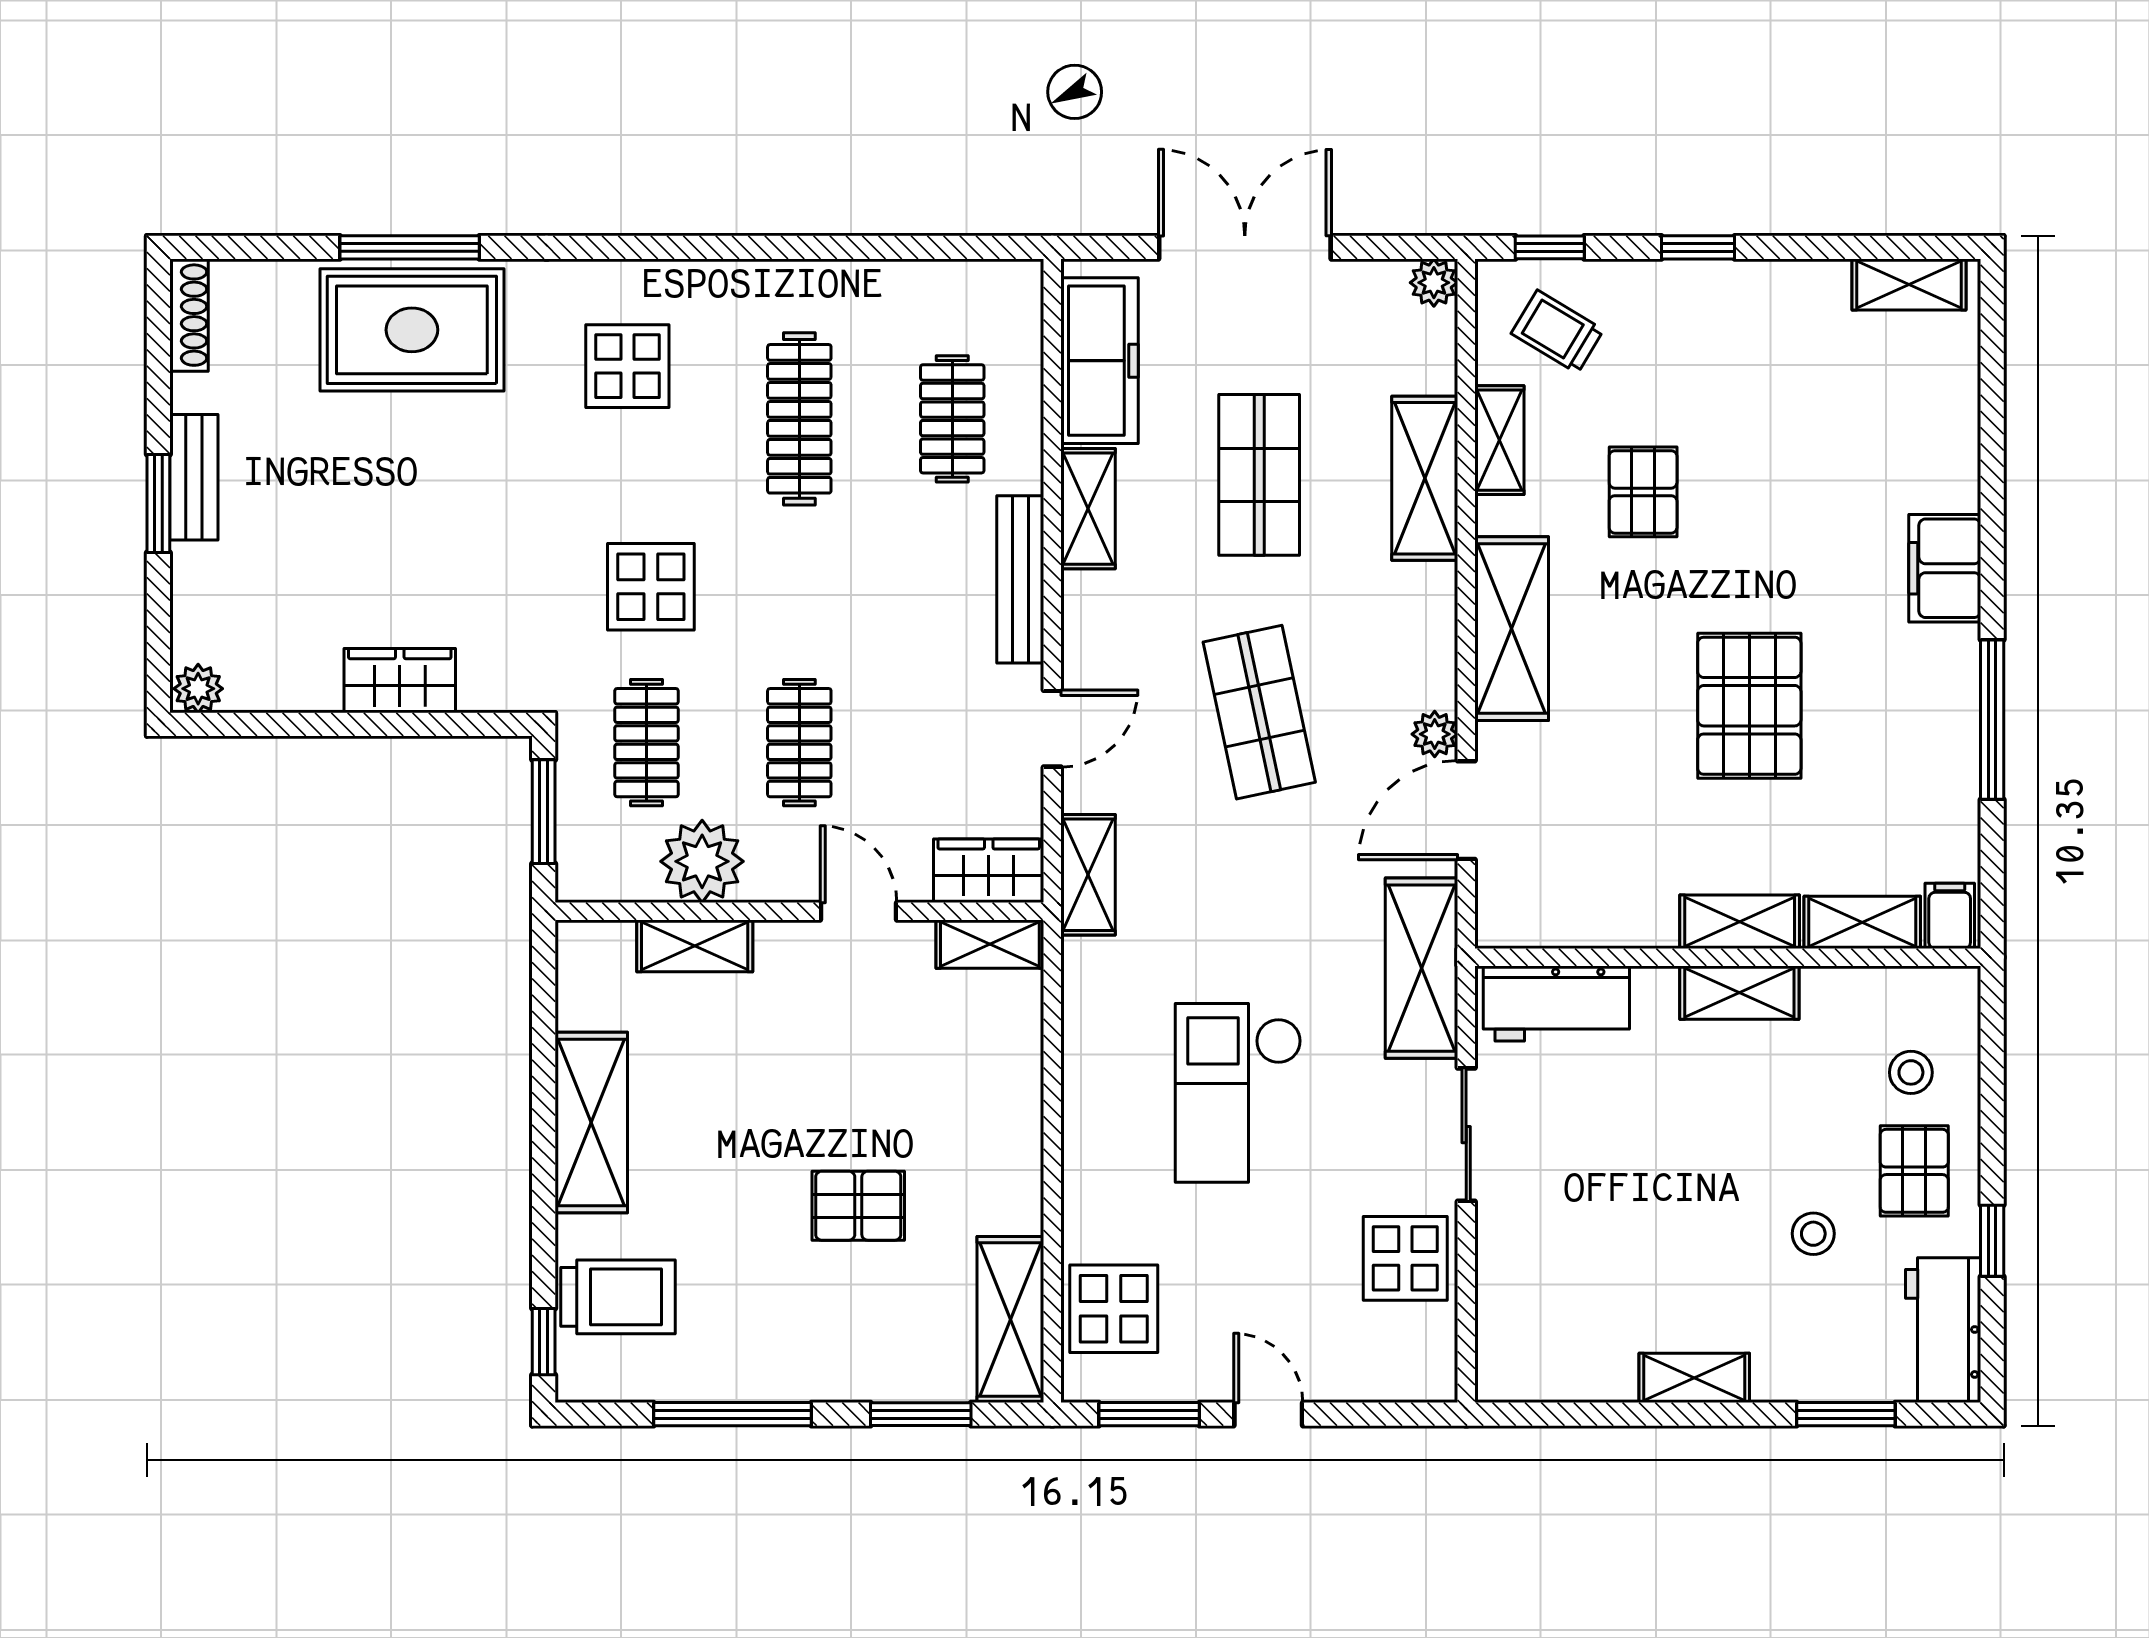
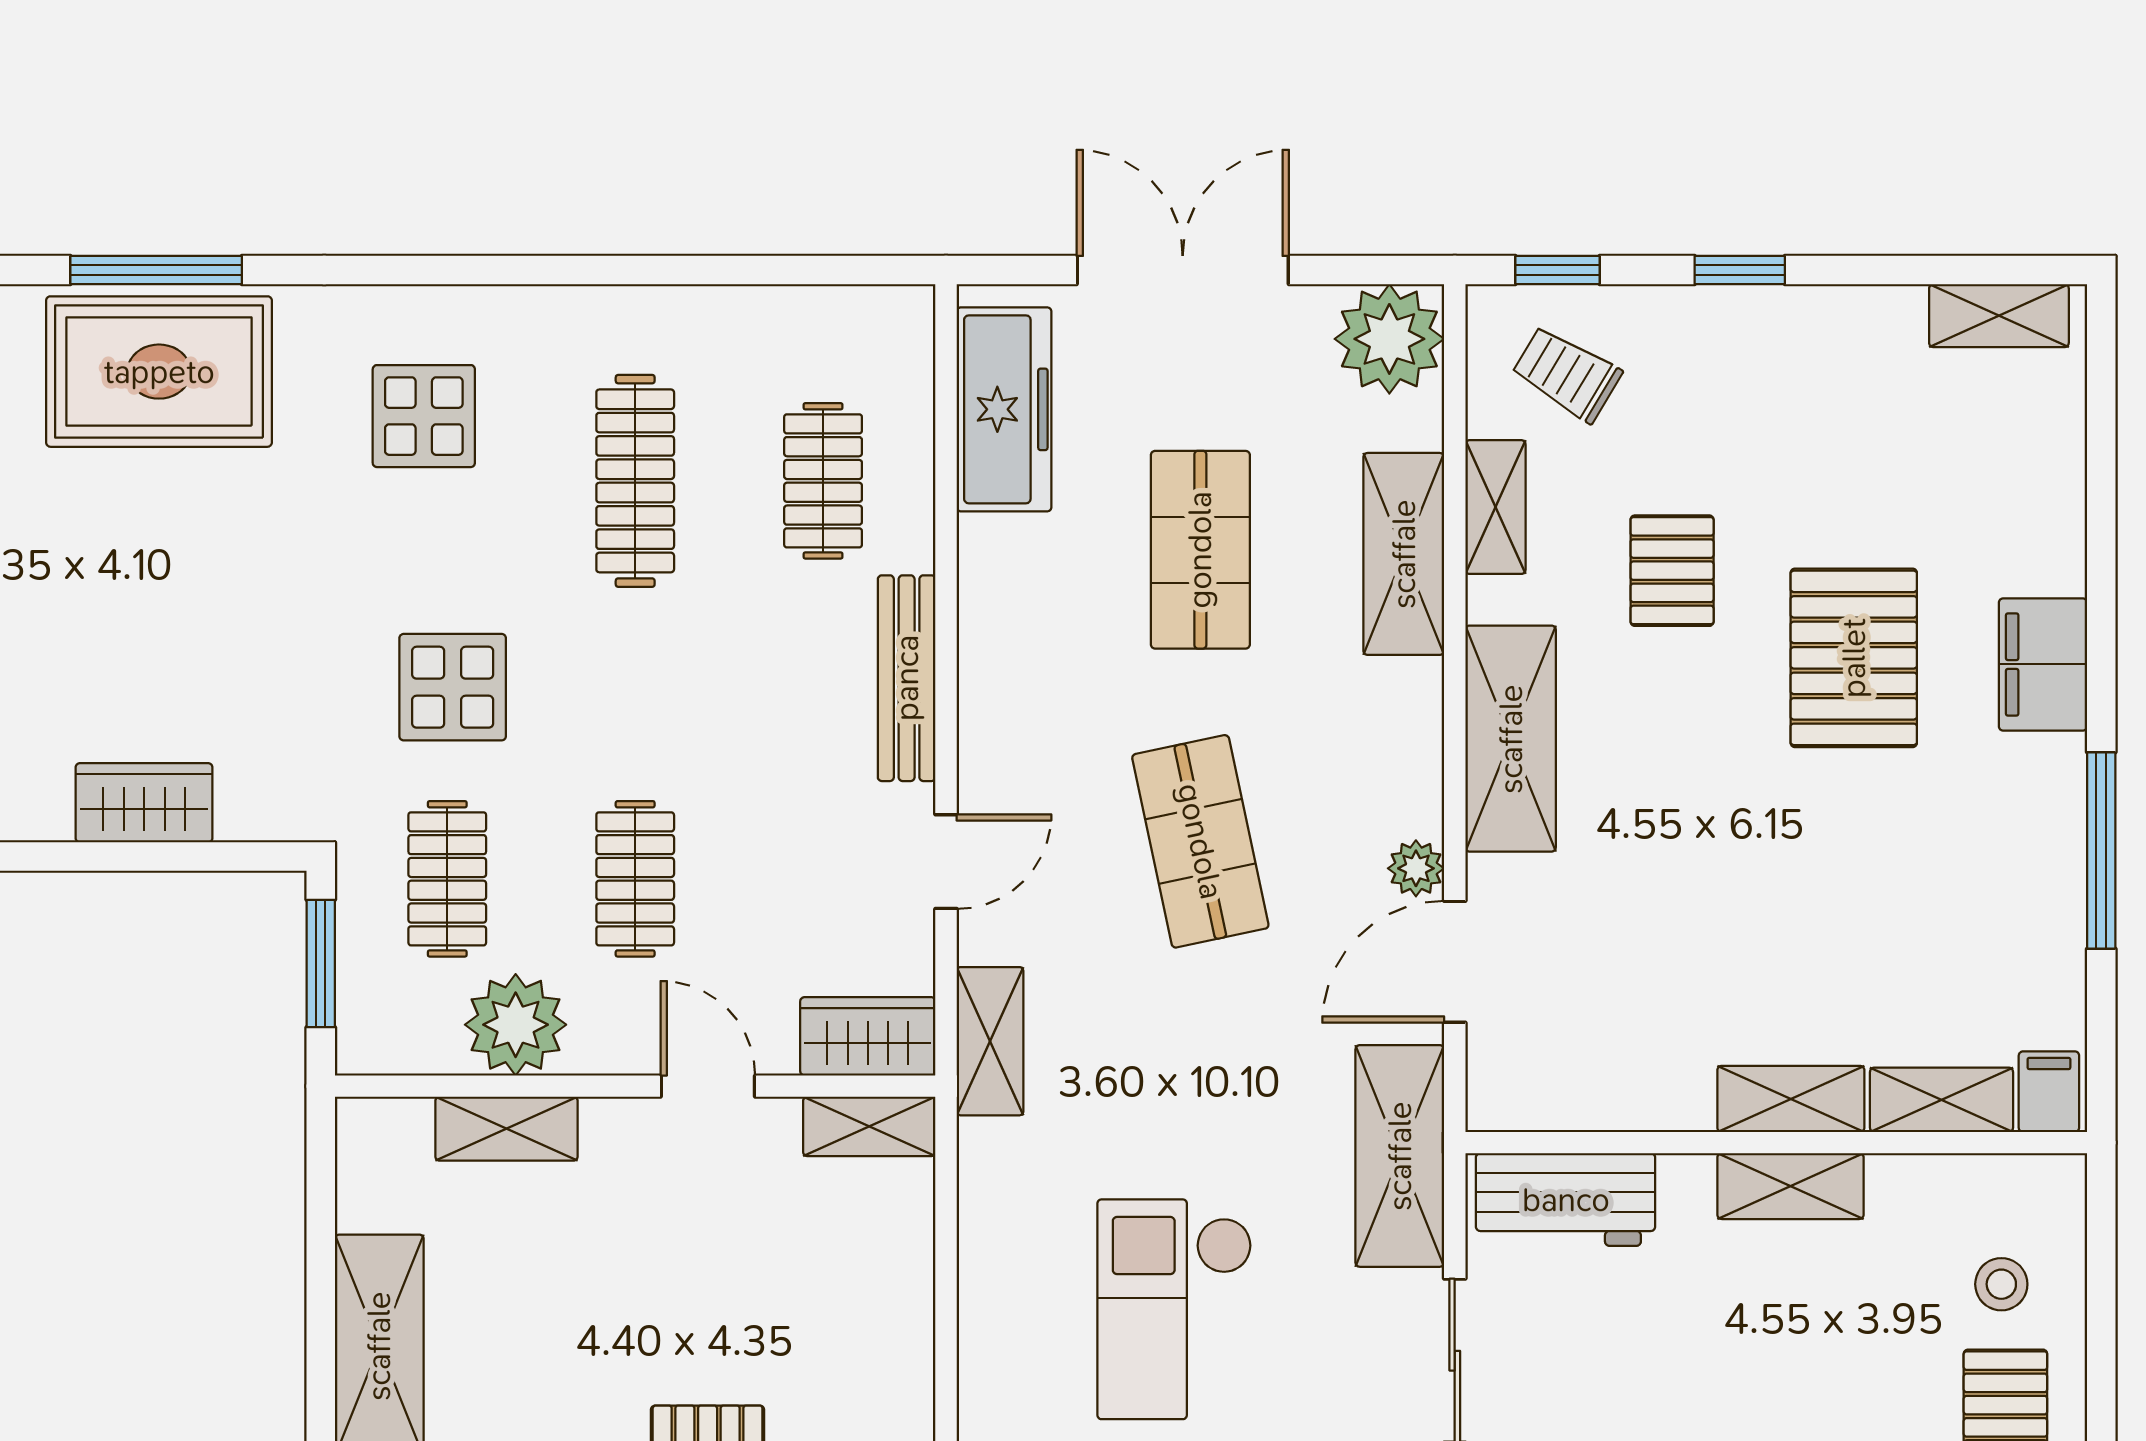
plant: (1434, 283) -> (1389, 339), width x1.87, depth x1.87
shelving: (1088, 509) -> (990, 591), removed
pallet: (1749, 706) -> (1854, 658), moved

